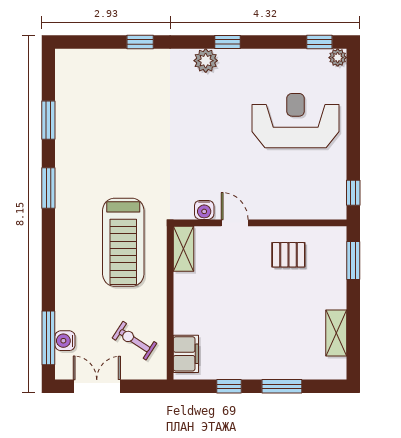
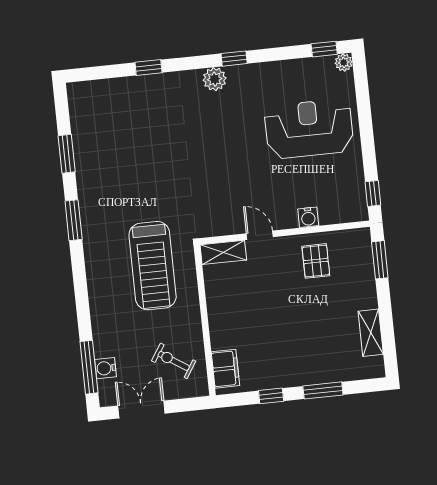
water cooler: (204, 210) -> (308, 217), moved
shelving: (184, 249) -> (223, 252), moved, turned 90
pallet: (288, 255) -> (316, 261), turned 90

